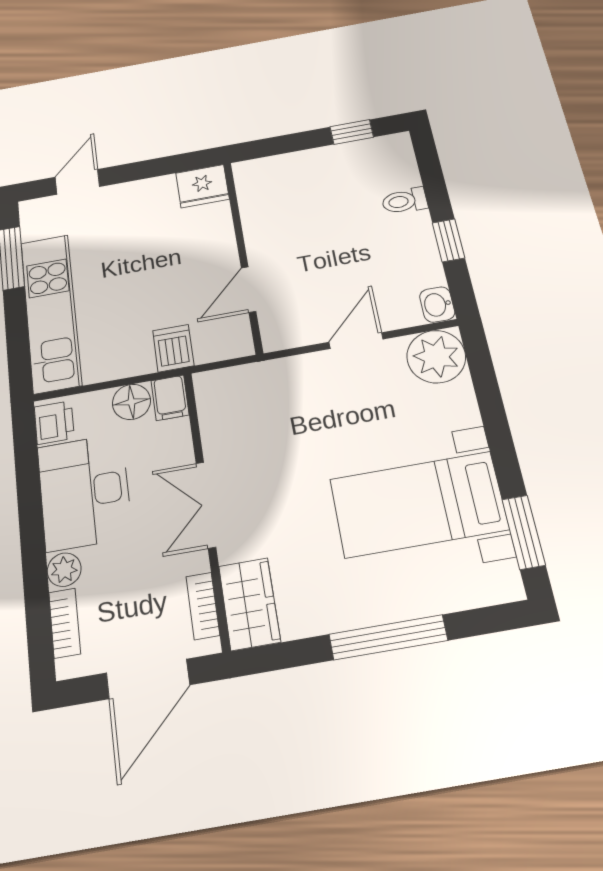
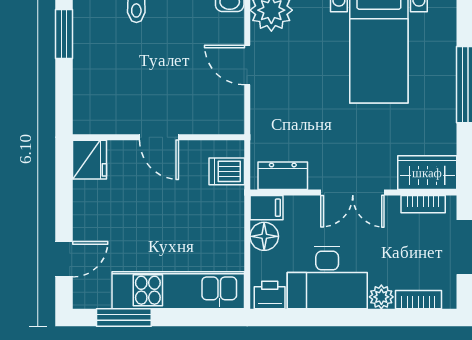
window: (352, 132) -> (64, 34), width x1.50
door: (77, 182) -> (64, 259), swing flipped
door: (249, 290) -> (159, 137), moved
dishwasher: (173, 348) -> (227, 171), moved
dresser: (216, 410) -> (283, 176), added

